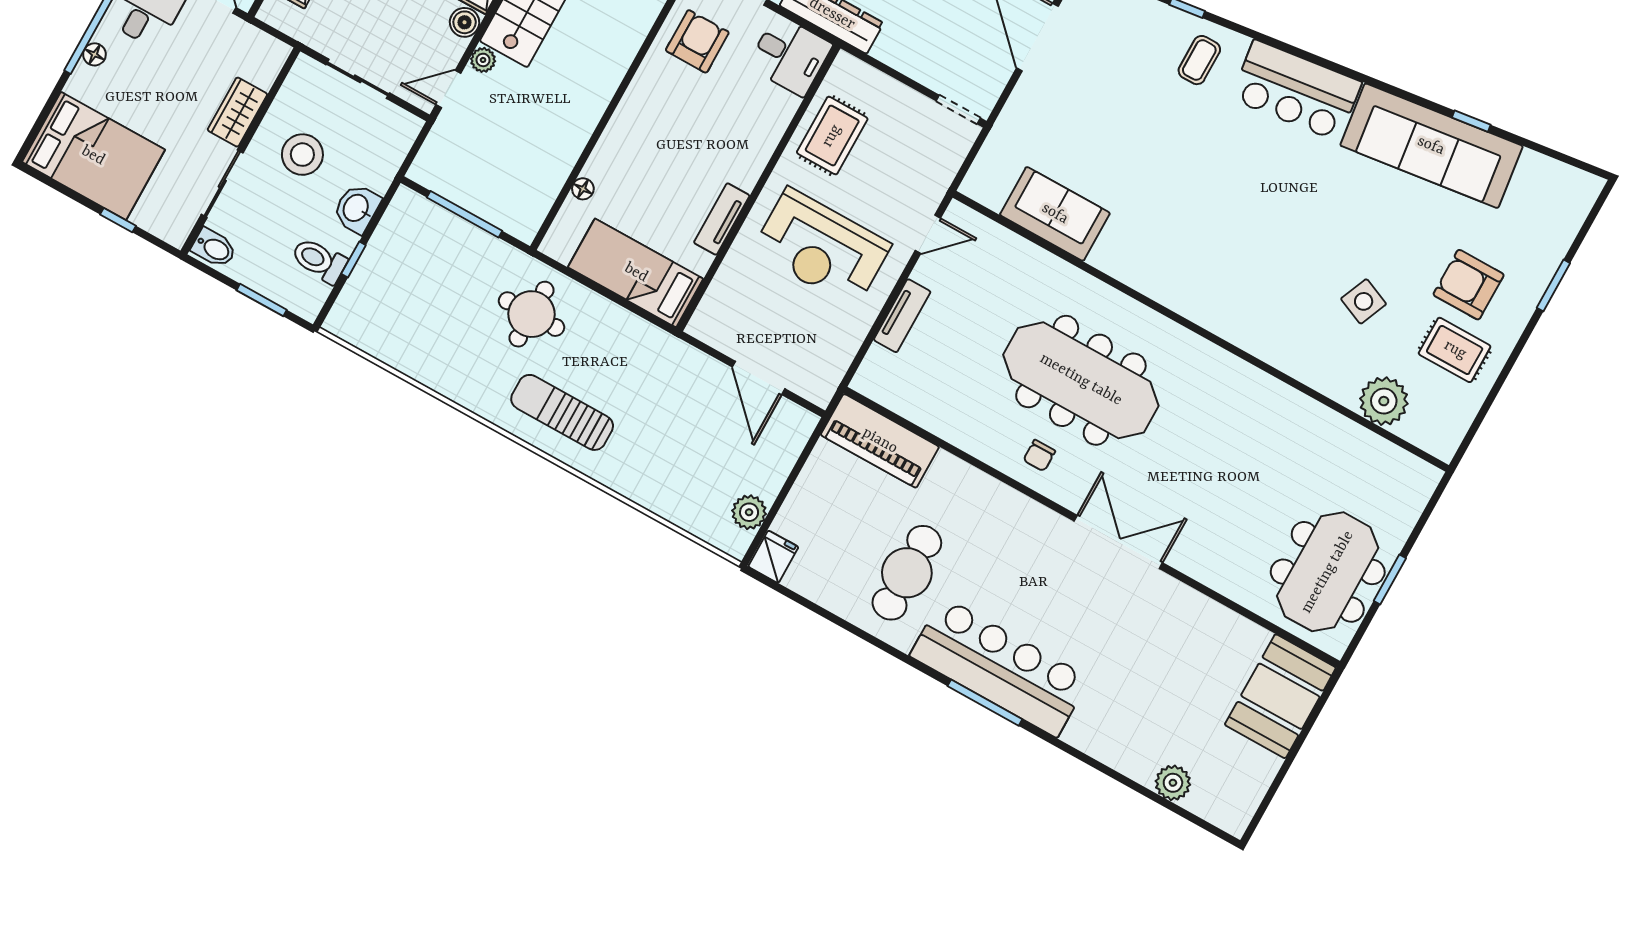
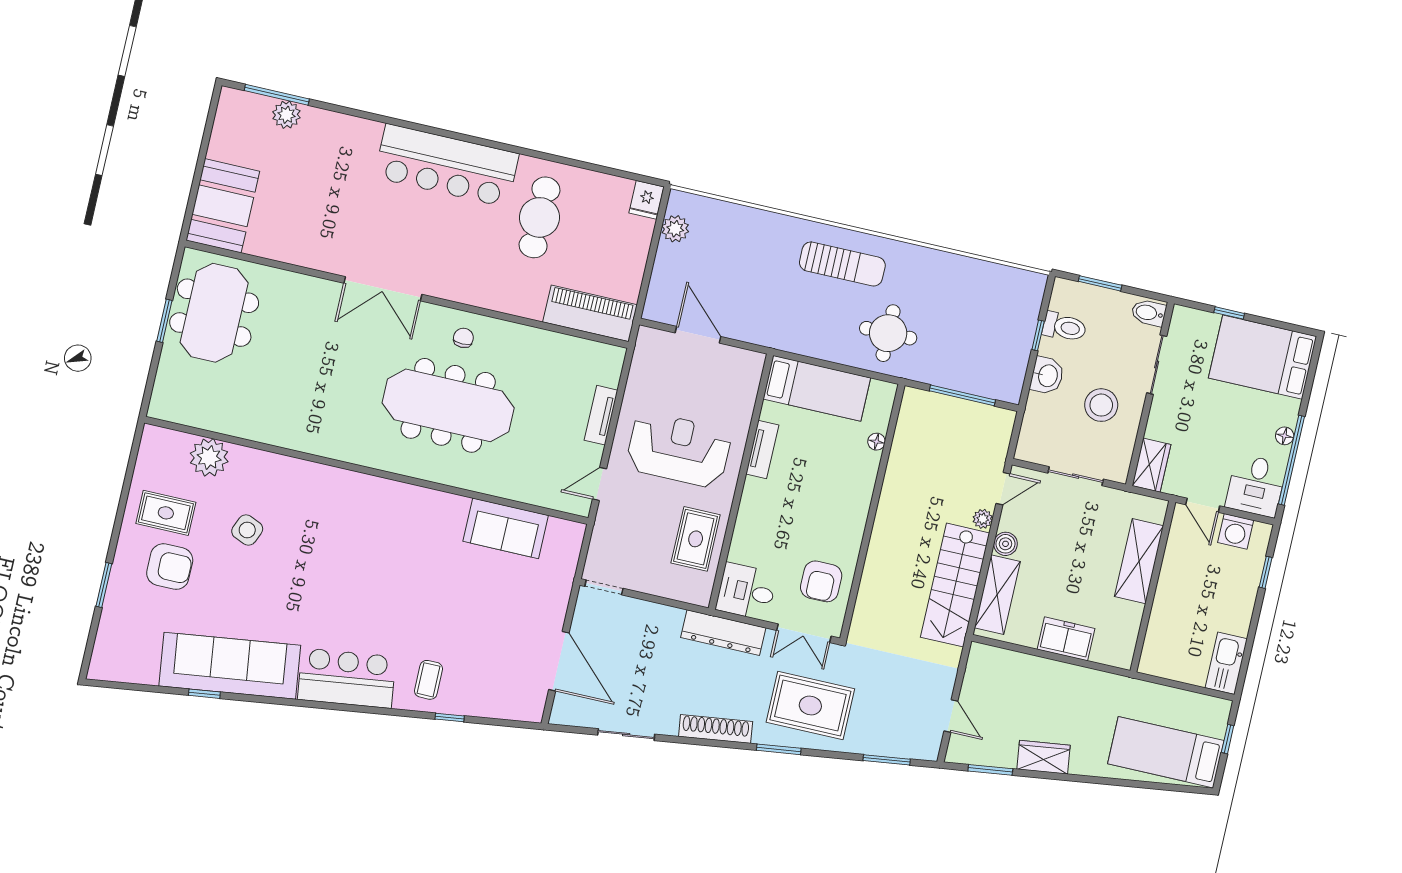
wardrobe: (237, 112) -> (1151, 465), moved
window: (985, 703) -> (277, 95), moved

